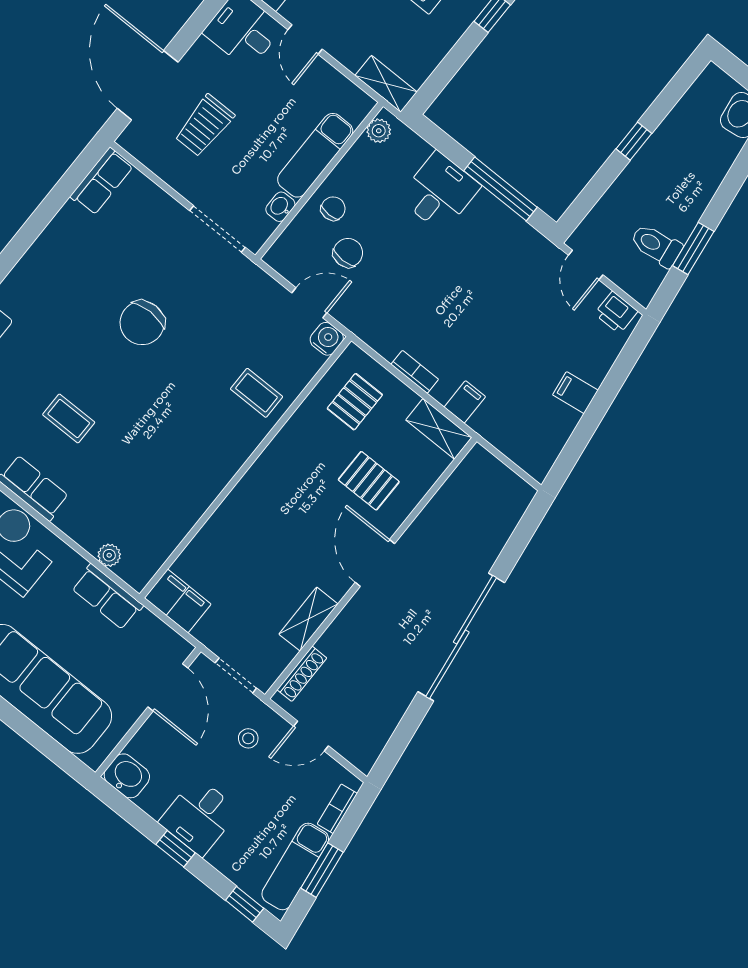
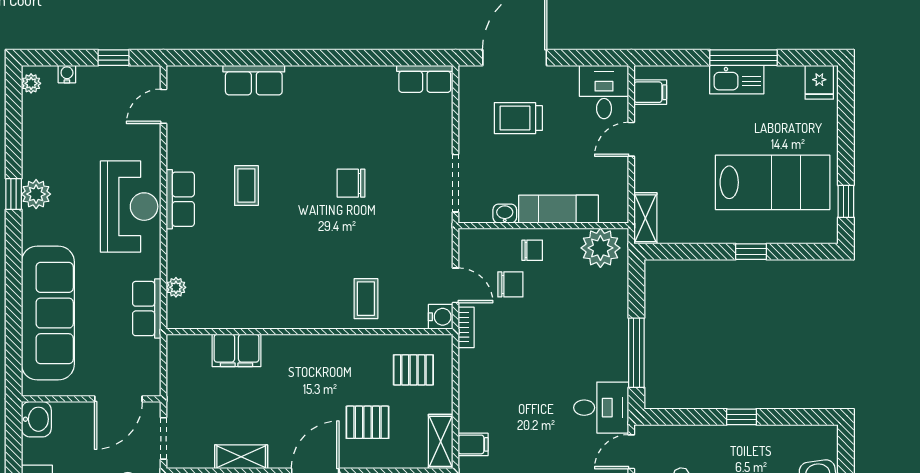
plant: (379, 131) -> (600, 248), width x1.87, depth x1.87
desk: (439, 192) -> (601, 408), moved
chair: (142, 323) -> (351, 183), width x0.73, depth x0.73
bookcase: (415, 372) -> (466, 327), moved
pallet: (369, 481) -> (368, 422), turned 90
filing cabinet: (178, 601) -> (237, 350), moved, turned 90

